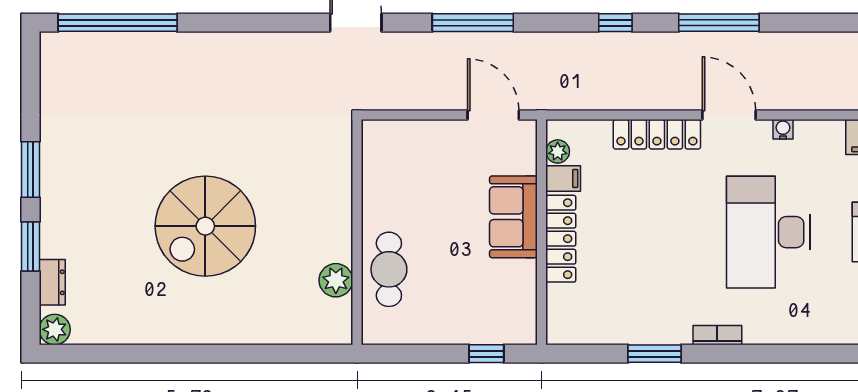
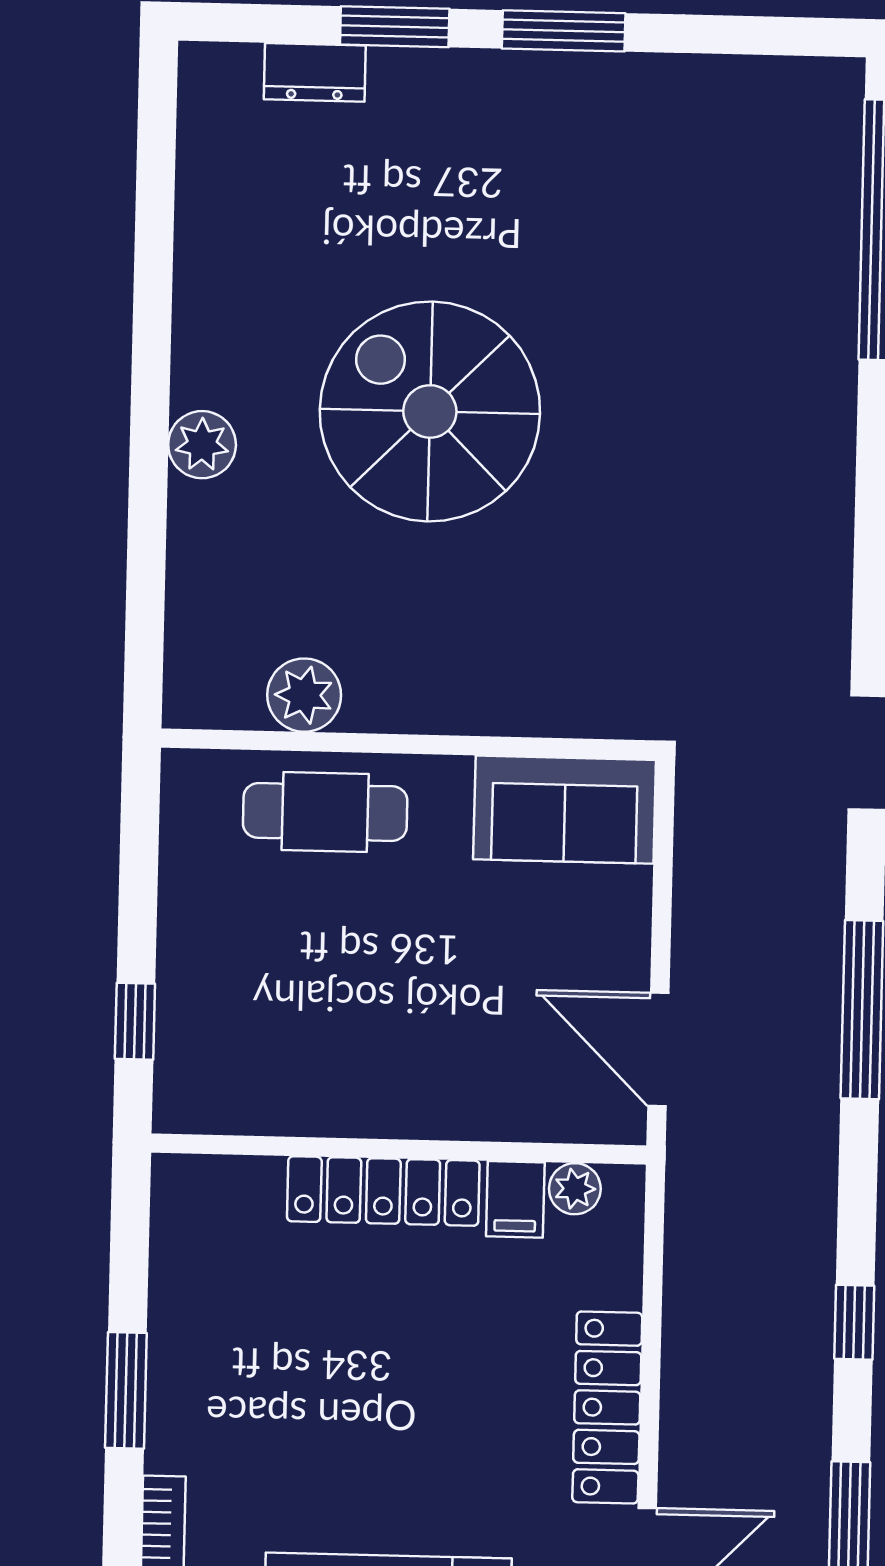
door: (493, 115) -> (658, 1049), swing flipped
sofa: (513, 217) -> (565, 810), moved, turned 180
plant: (55, 329) -> (202, 445), moved

